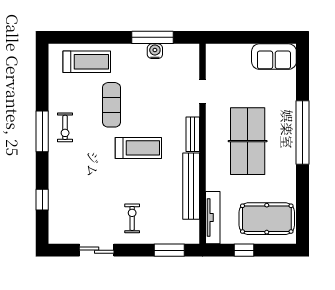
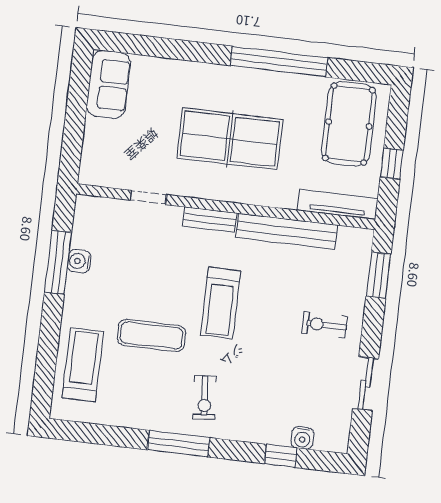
exercise bike: (65, 127) -> (205, 398), moved, turned 85
window: (303, 133) -> (279, 62), moved
treadmill: (138, 148) -> (221, 303), turned 180
water cooler: (56, 213) -> (302, 438), added

